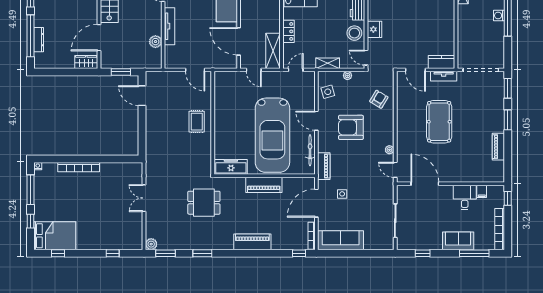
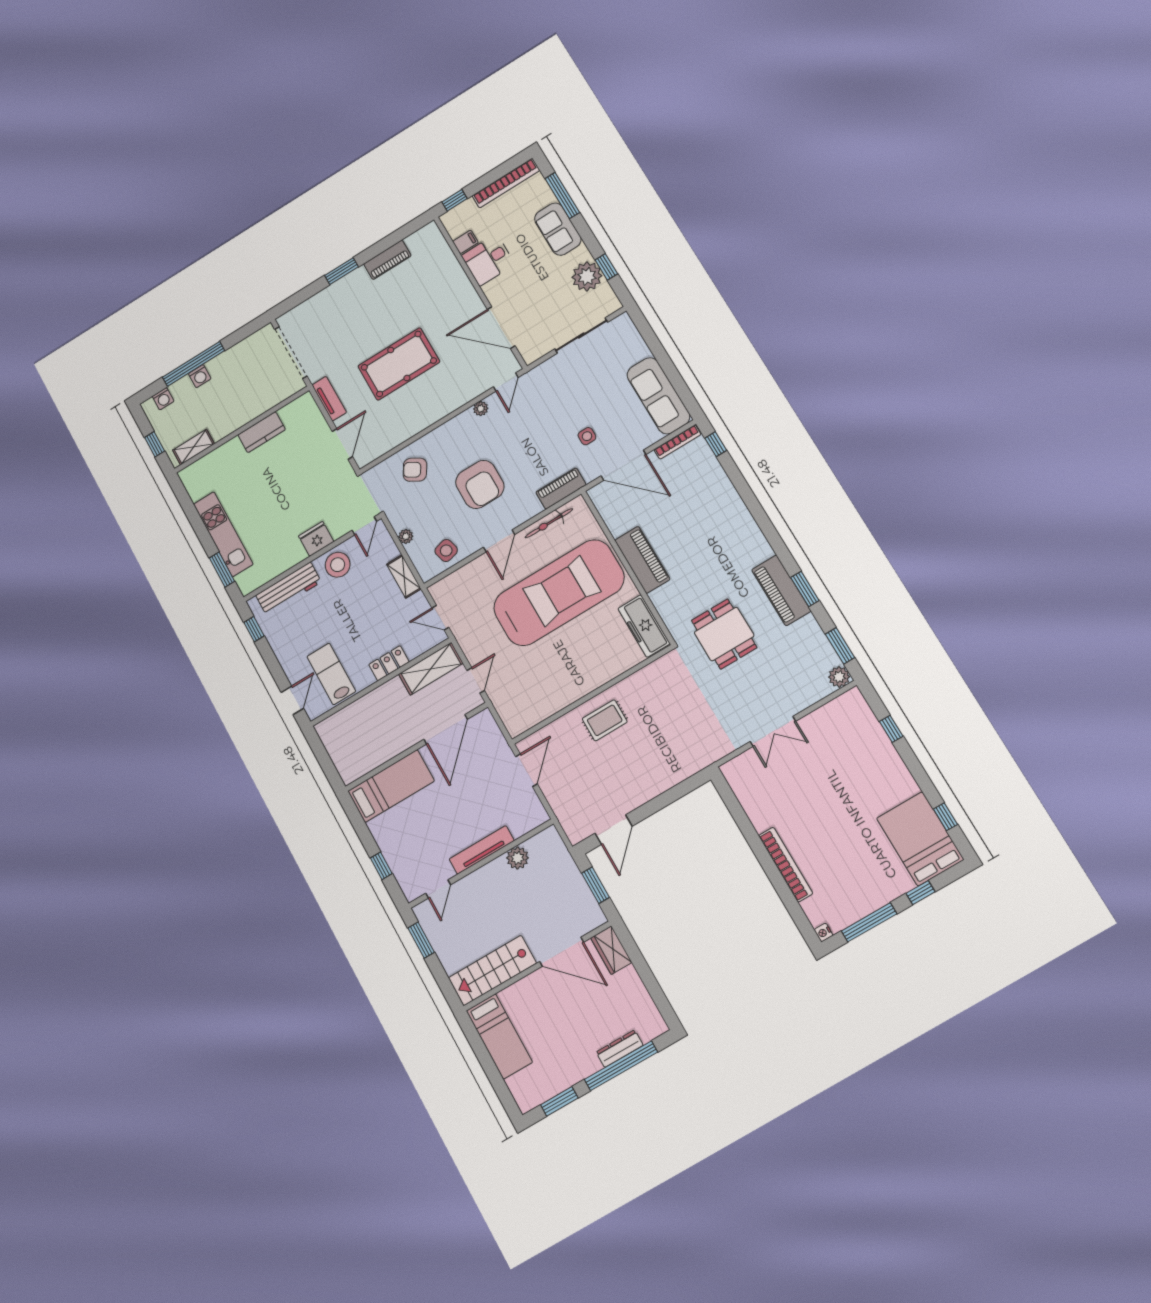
kitchen counter: (442, 62) -> (262, 432), moved, turned -90
window: (508, 88) -> (296, 299), removed
door: (425, 184) -> (501, 328), hinge flipped
plant: (424, 241) -> (587, 276), added
piano: (252, 242) -> (781, 590), moved

